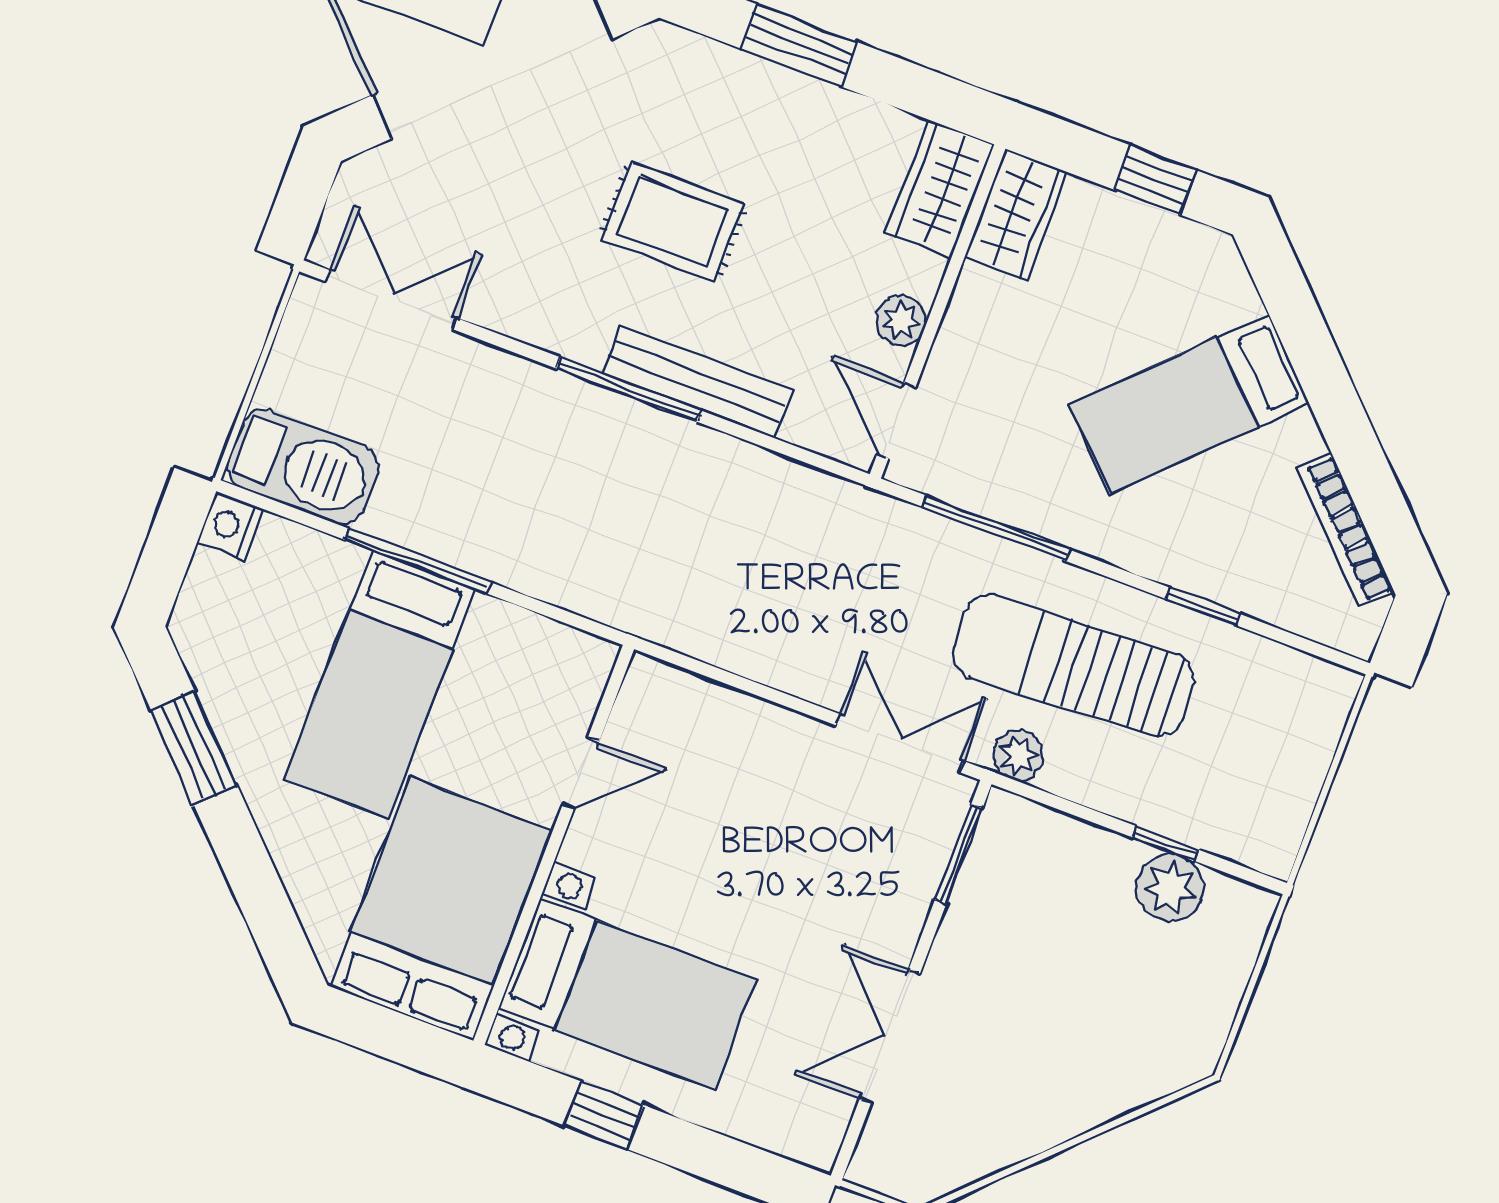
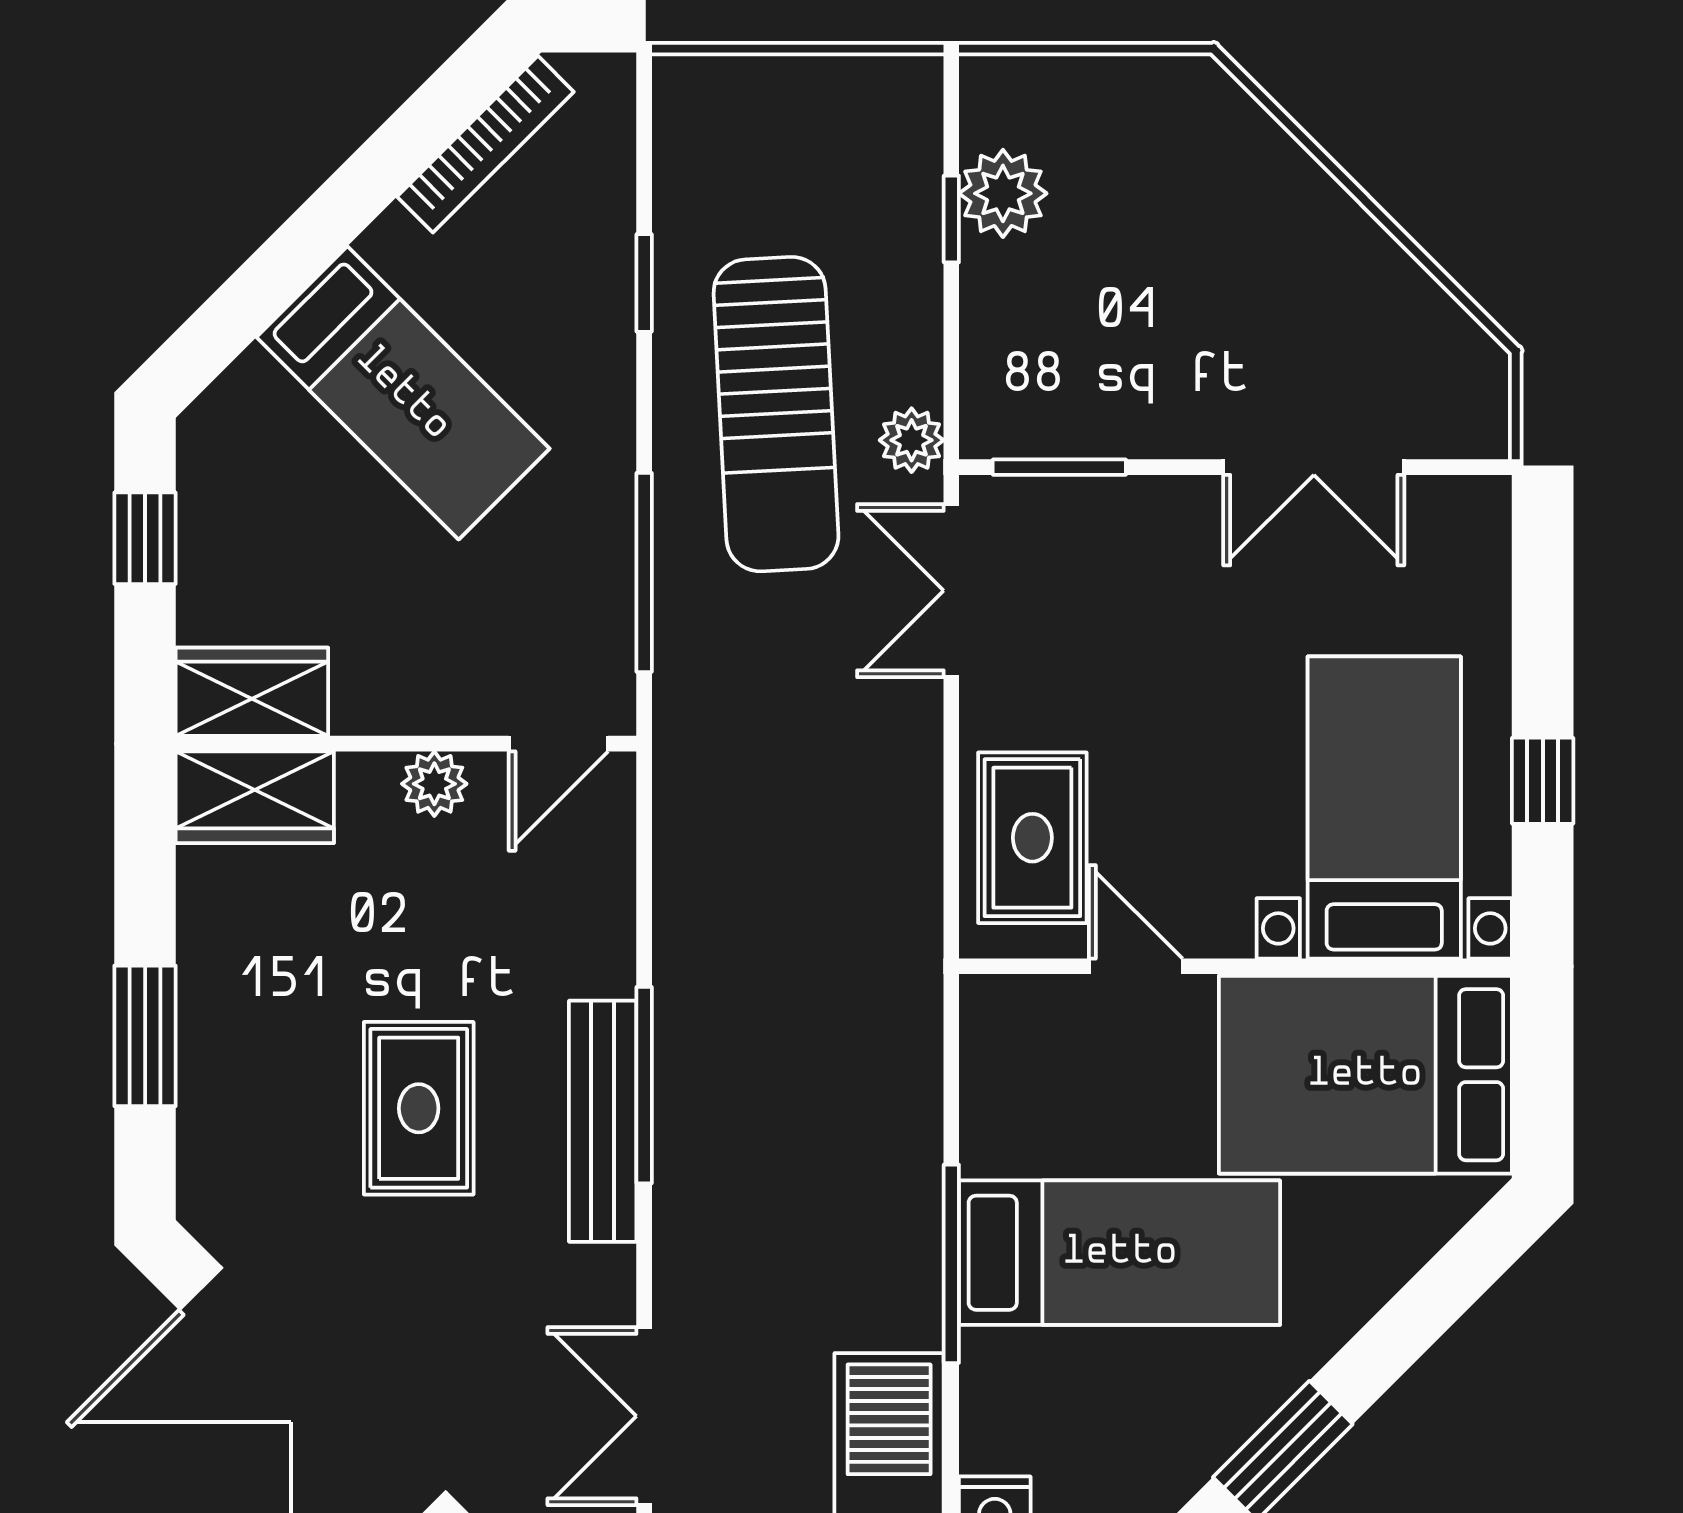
bench: (697, 381) -> (603, 1121), moved
rug: (701, 734) -> (1032, 838), added

